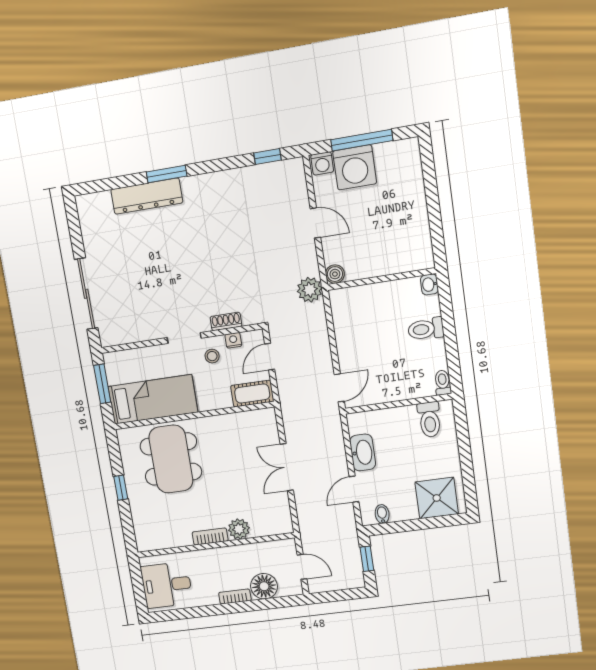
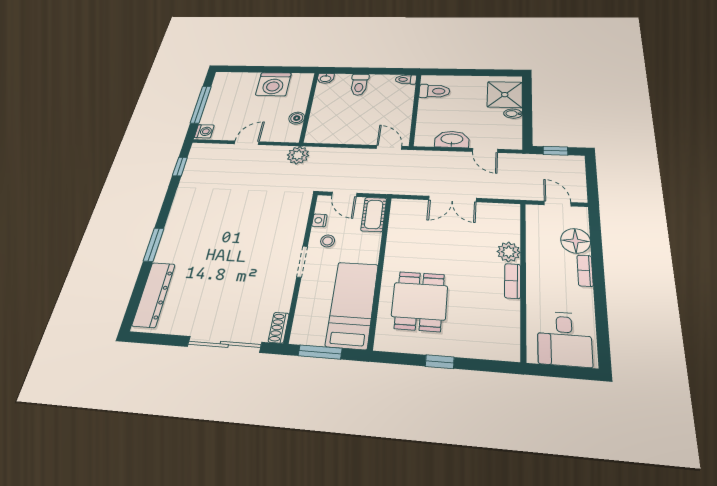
washing machine: (355, 167) -> (273, 84), moved, turned 90
dresser: (147, 196) -> (154, 294), moved
boiler: (335, 274) -> (297, 118), moved
shoe rack: (226, 321) -> (279, 328), moved
dining table: (171, 459) -> (420, 301), width x0.73
bidet: (382, 514) -> (513, 114), moved
door: (302, 567) -> (557, 204), hinge flipped

